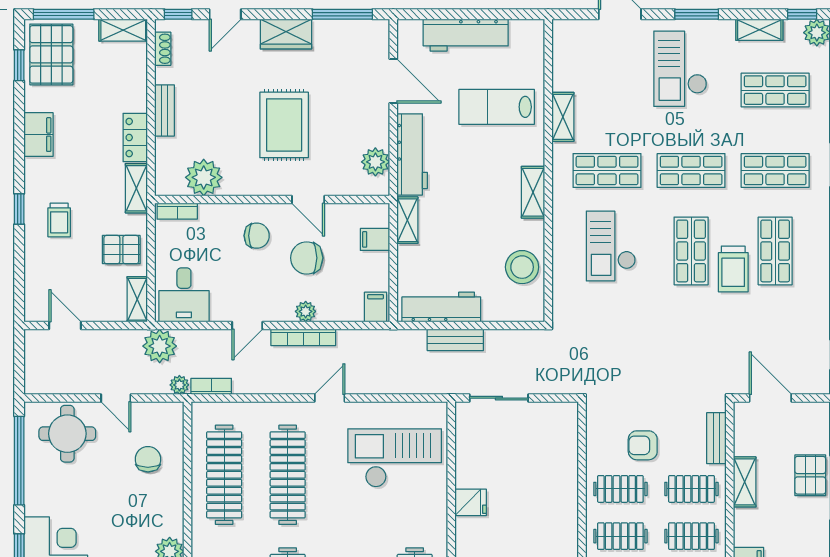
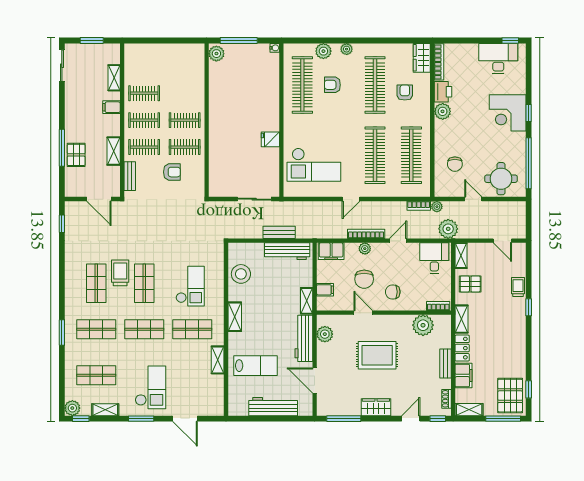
rug: (284, 125) -> (377, 355), turned 90
filing cabinet: (39, 135) -> (463, 375), moved, turned 180
trolley: (59, 220) -> (518, 287), moved
chair: (307, 258) -> (364, 279), turned 90
filing cabinet: (376, 307) -> (331, 251), width x2.00

